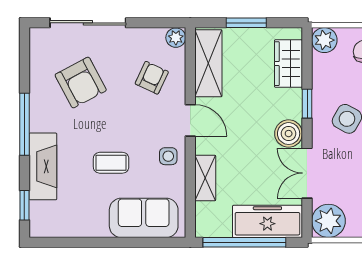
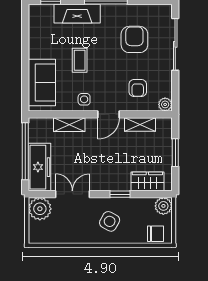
shelving: (208, 63) -> (140, 124), width x0.67, depth x0.75
armchair: (152, 78) -> (138, 88), turned 65
armchair: (81, 83) -> (134, 39), turned 118
boiler: (289, 134) -> (100, 182), removed

